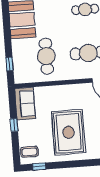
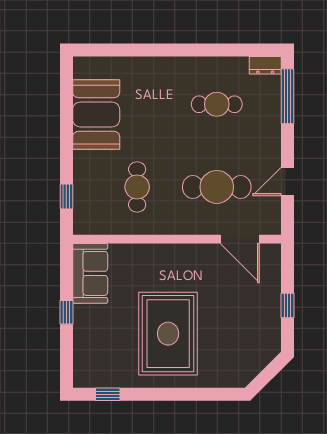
cafe table: (46, 56) -> (137, 187), width x0.73, depth x0.74
coffee table: (30, 152) -> (92, 365), removed

